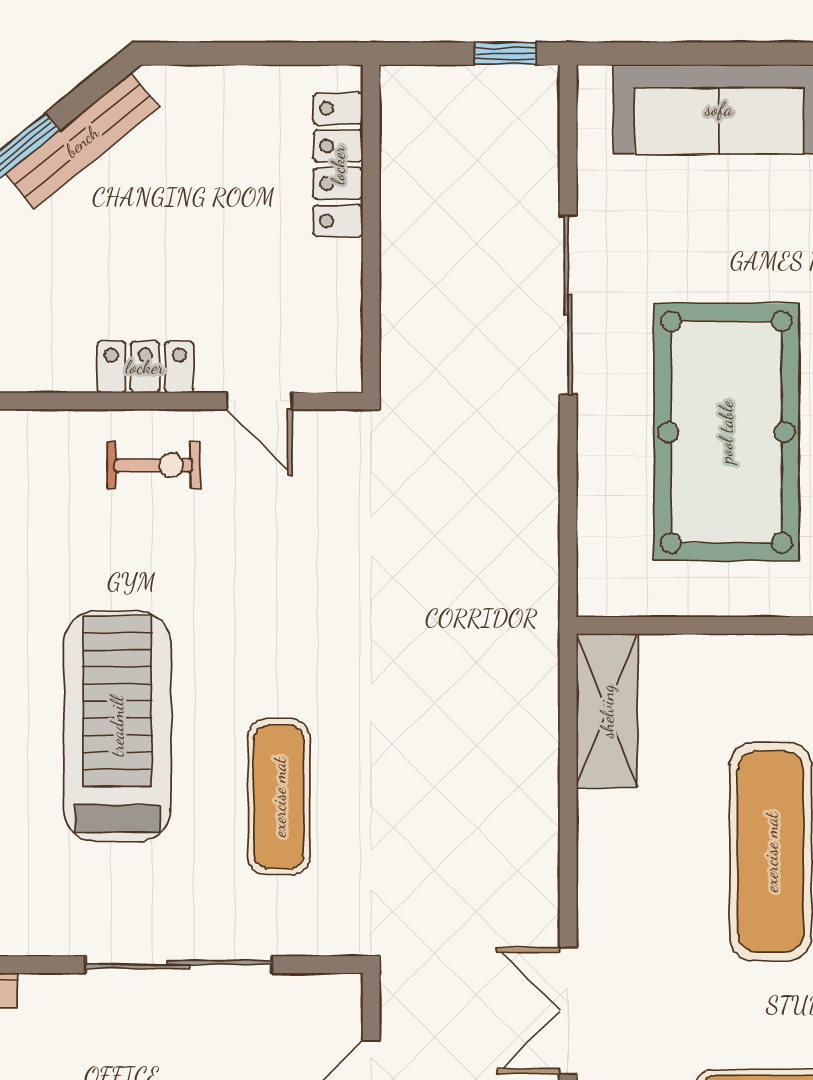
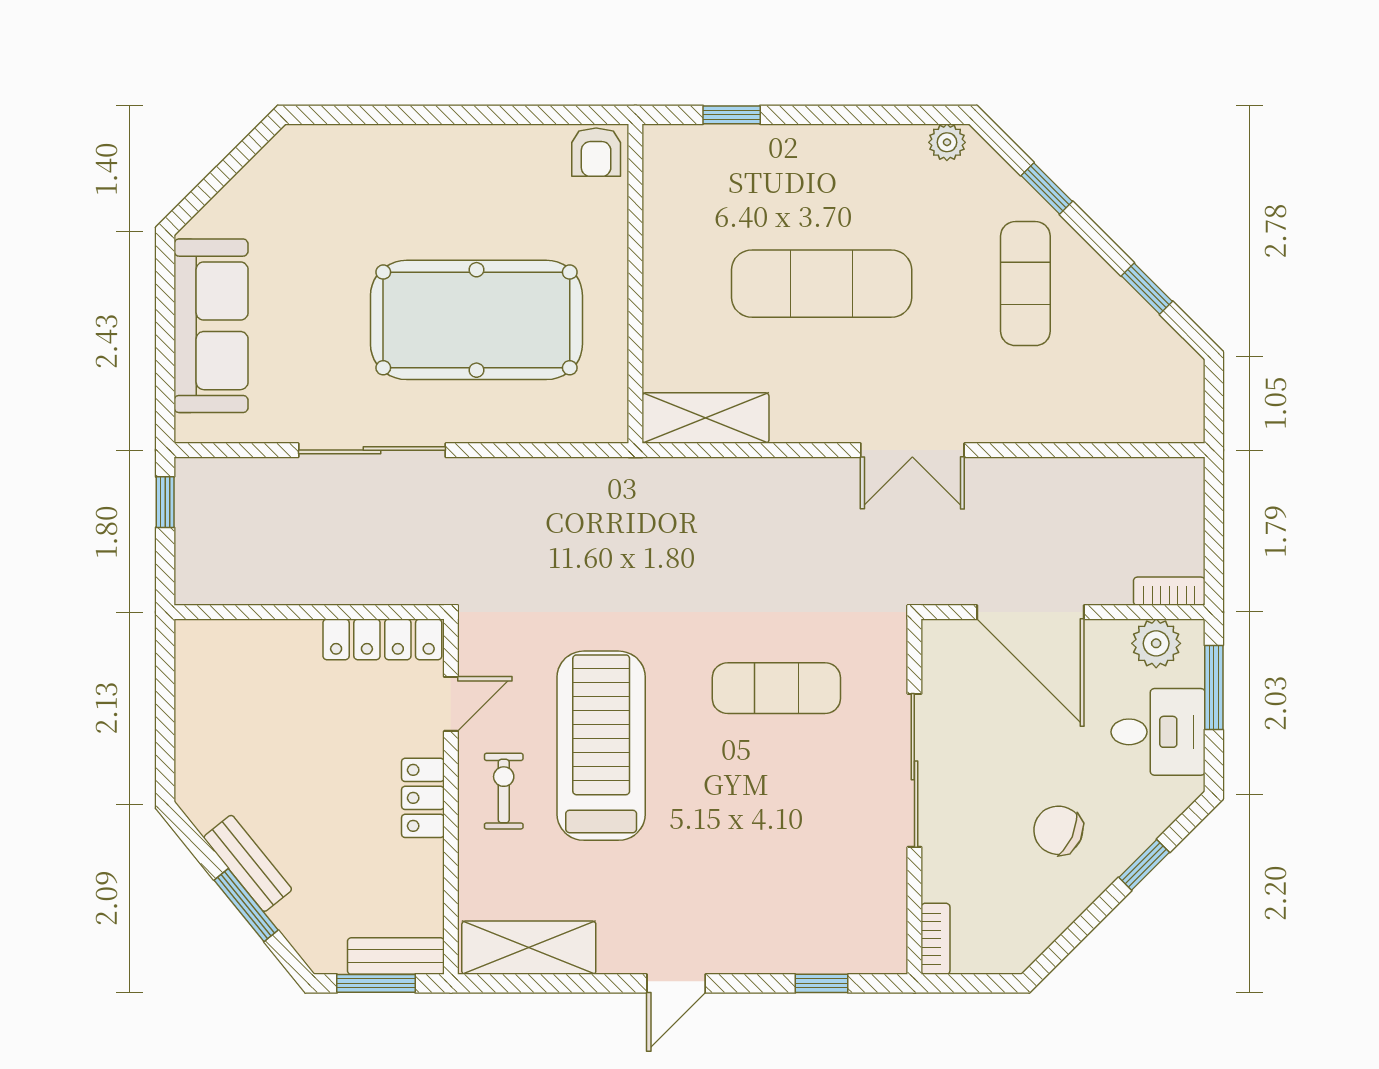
bench: (82, 141) -> (248, 863), width x0.73
locker: (338, 165) -> (382, 639), moved
treadmill: (117, 726) -> (601, 746), moved, turned 90
double door: (568, 1011) -> (912, 450), moved

